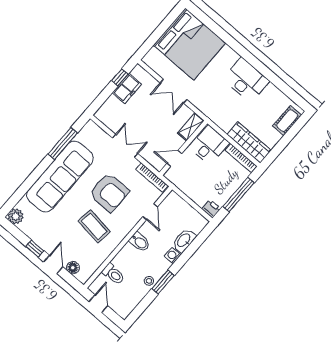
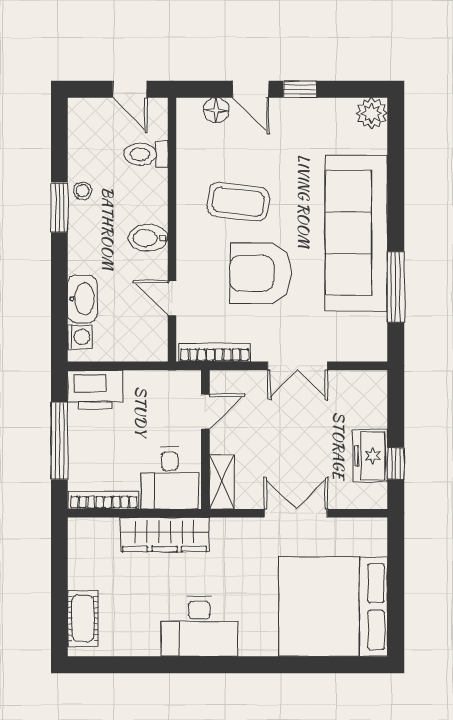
wardrobe: (249, 142) -> (165, 535), moved
printer: (211, 209) -> (95, 390), width x1.87, depth x1.48
washing machine: (173, 256) -> (80, 337), moved

